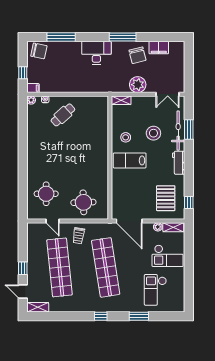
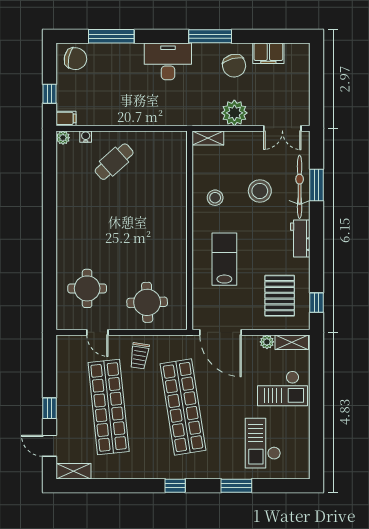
lab bench: (130, 160) -> (224, 259), moved, turned 90

